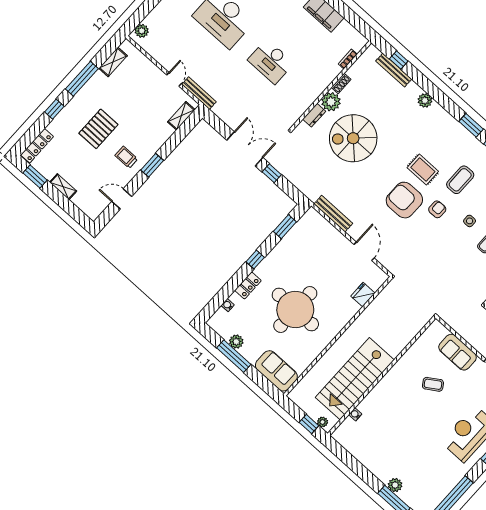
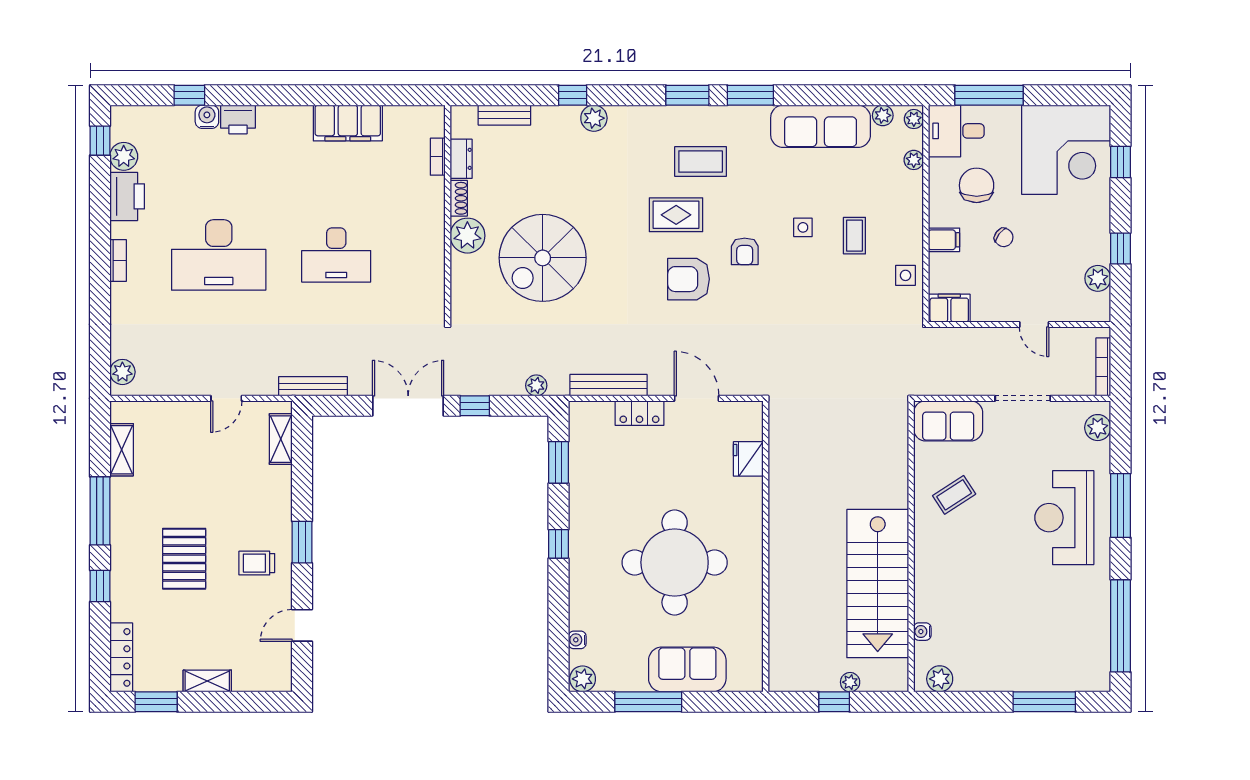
window: (399, 60) -> (573, 95), moved
bench: (394, 70) -> (504, 115), width x0.73
door: (174, 79) -> (226, 398), swing flipped
bench: (199, 93) -> (313, 386), moved
dresser: (314, 115) -> (461, 159), moved
coffee table: (460, 180) -> (701, 162), moved, turned 90
plant: (304, 187) -> (536, 385), added
armchair: (404, 200) -> (688, 279), width x0.73, depth x0.73
armchair: (437, 209) -> (745, 251), turned 180
locker: (248, 285) -> (639, 413), moved, turned 90
plant: (236, 342) -> (583, 679), moved
sofa: (276, 371) -> (687, 669), moved
wall: (382, 376) -> (911, 546), moved
stairs: (355, 379) -> (878, 584), moved
water cooler: (355, 414) -> (922, 632), moved
plant: (395, 485) -> (940, 679), moved

